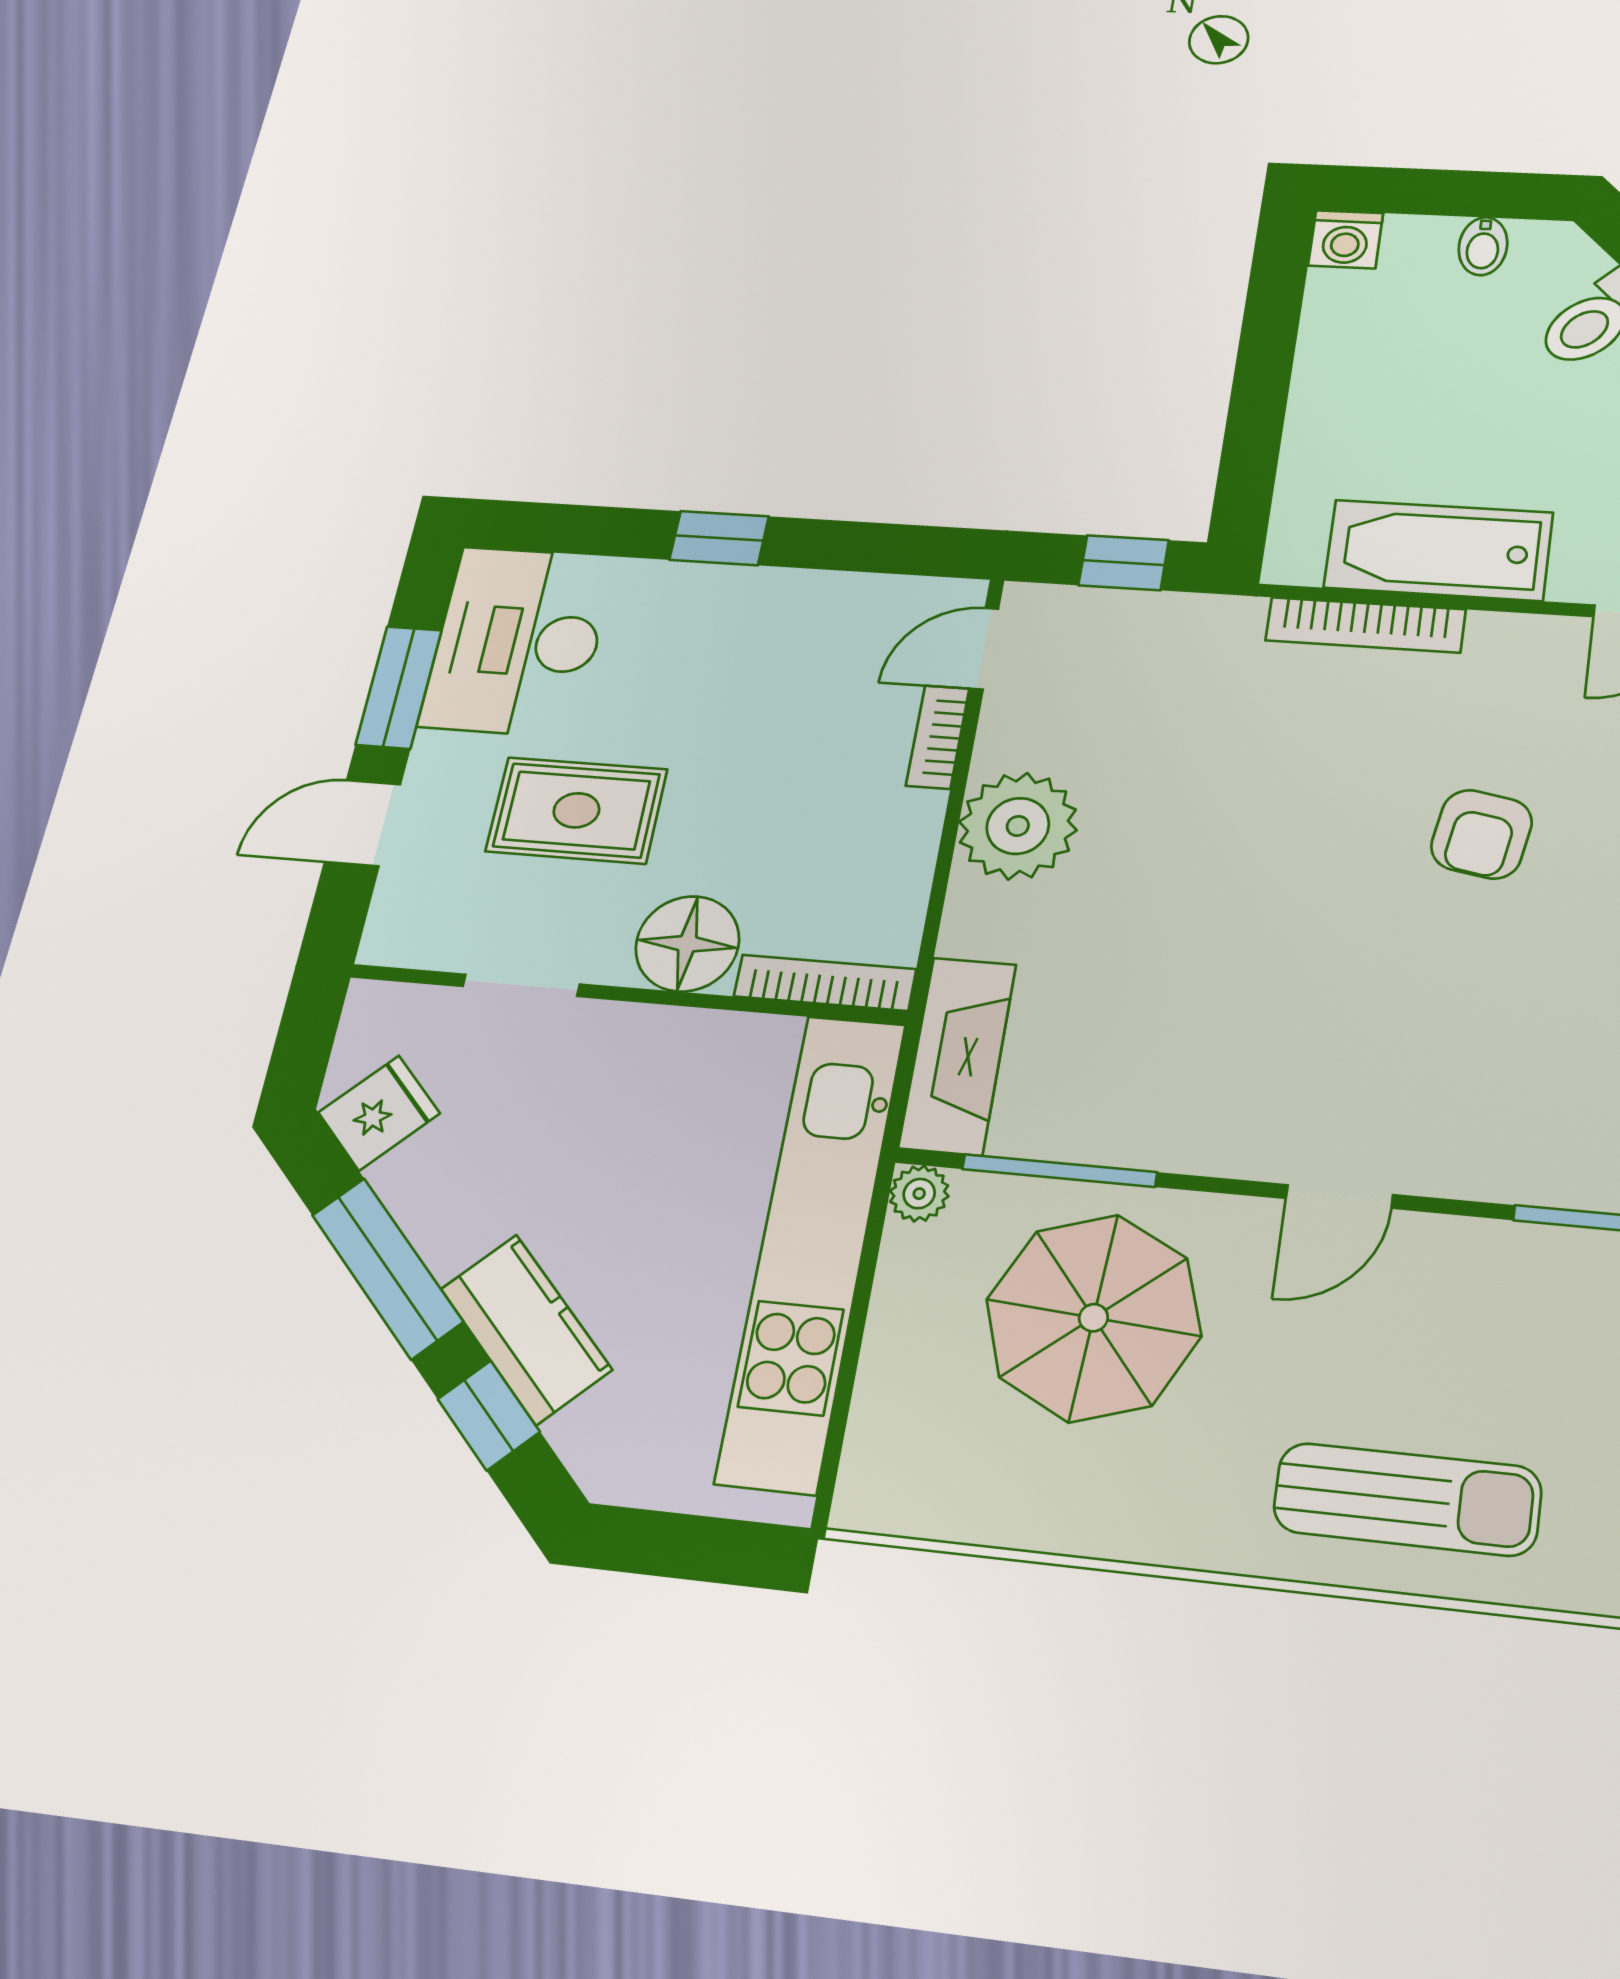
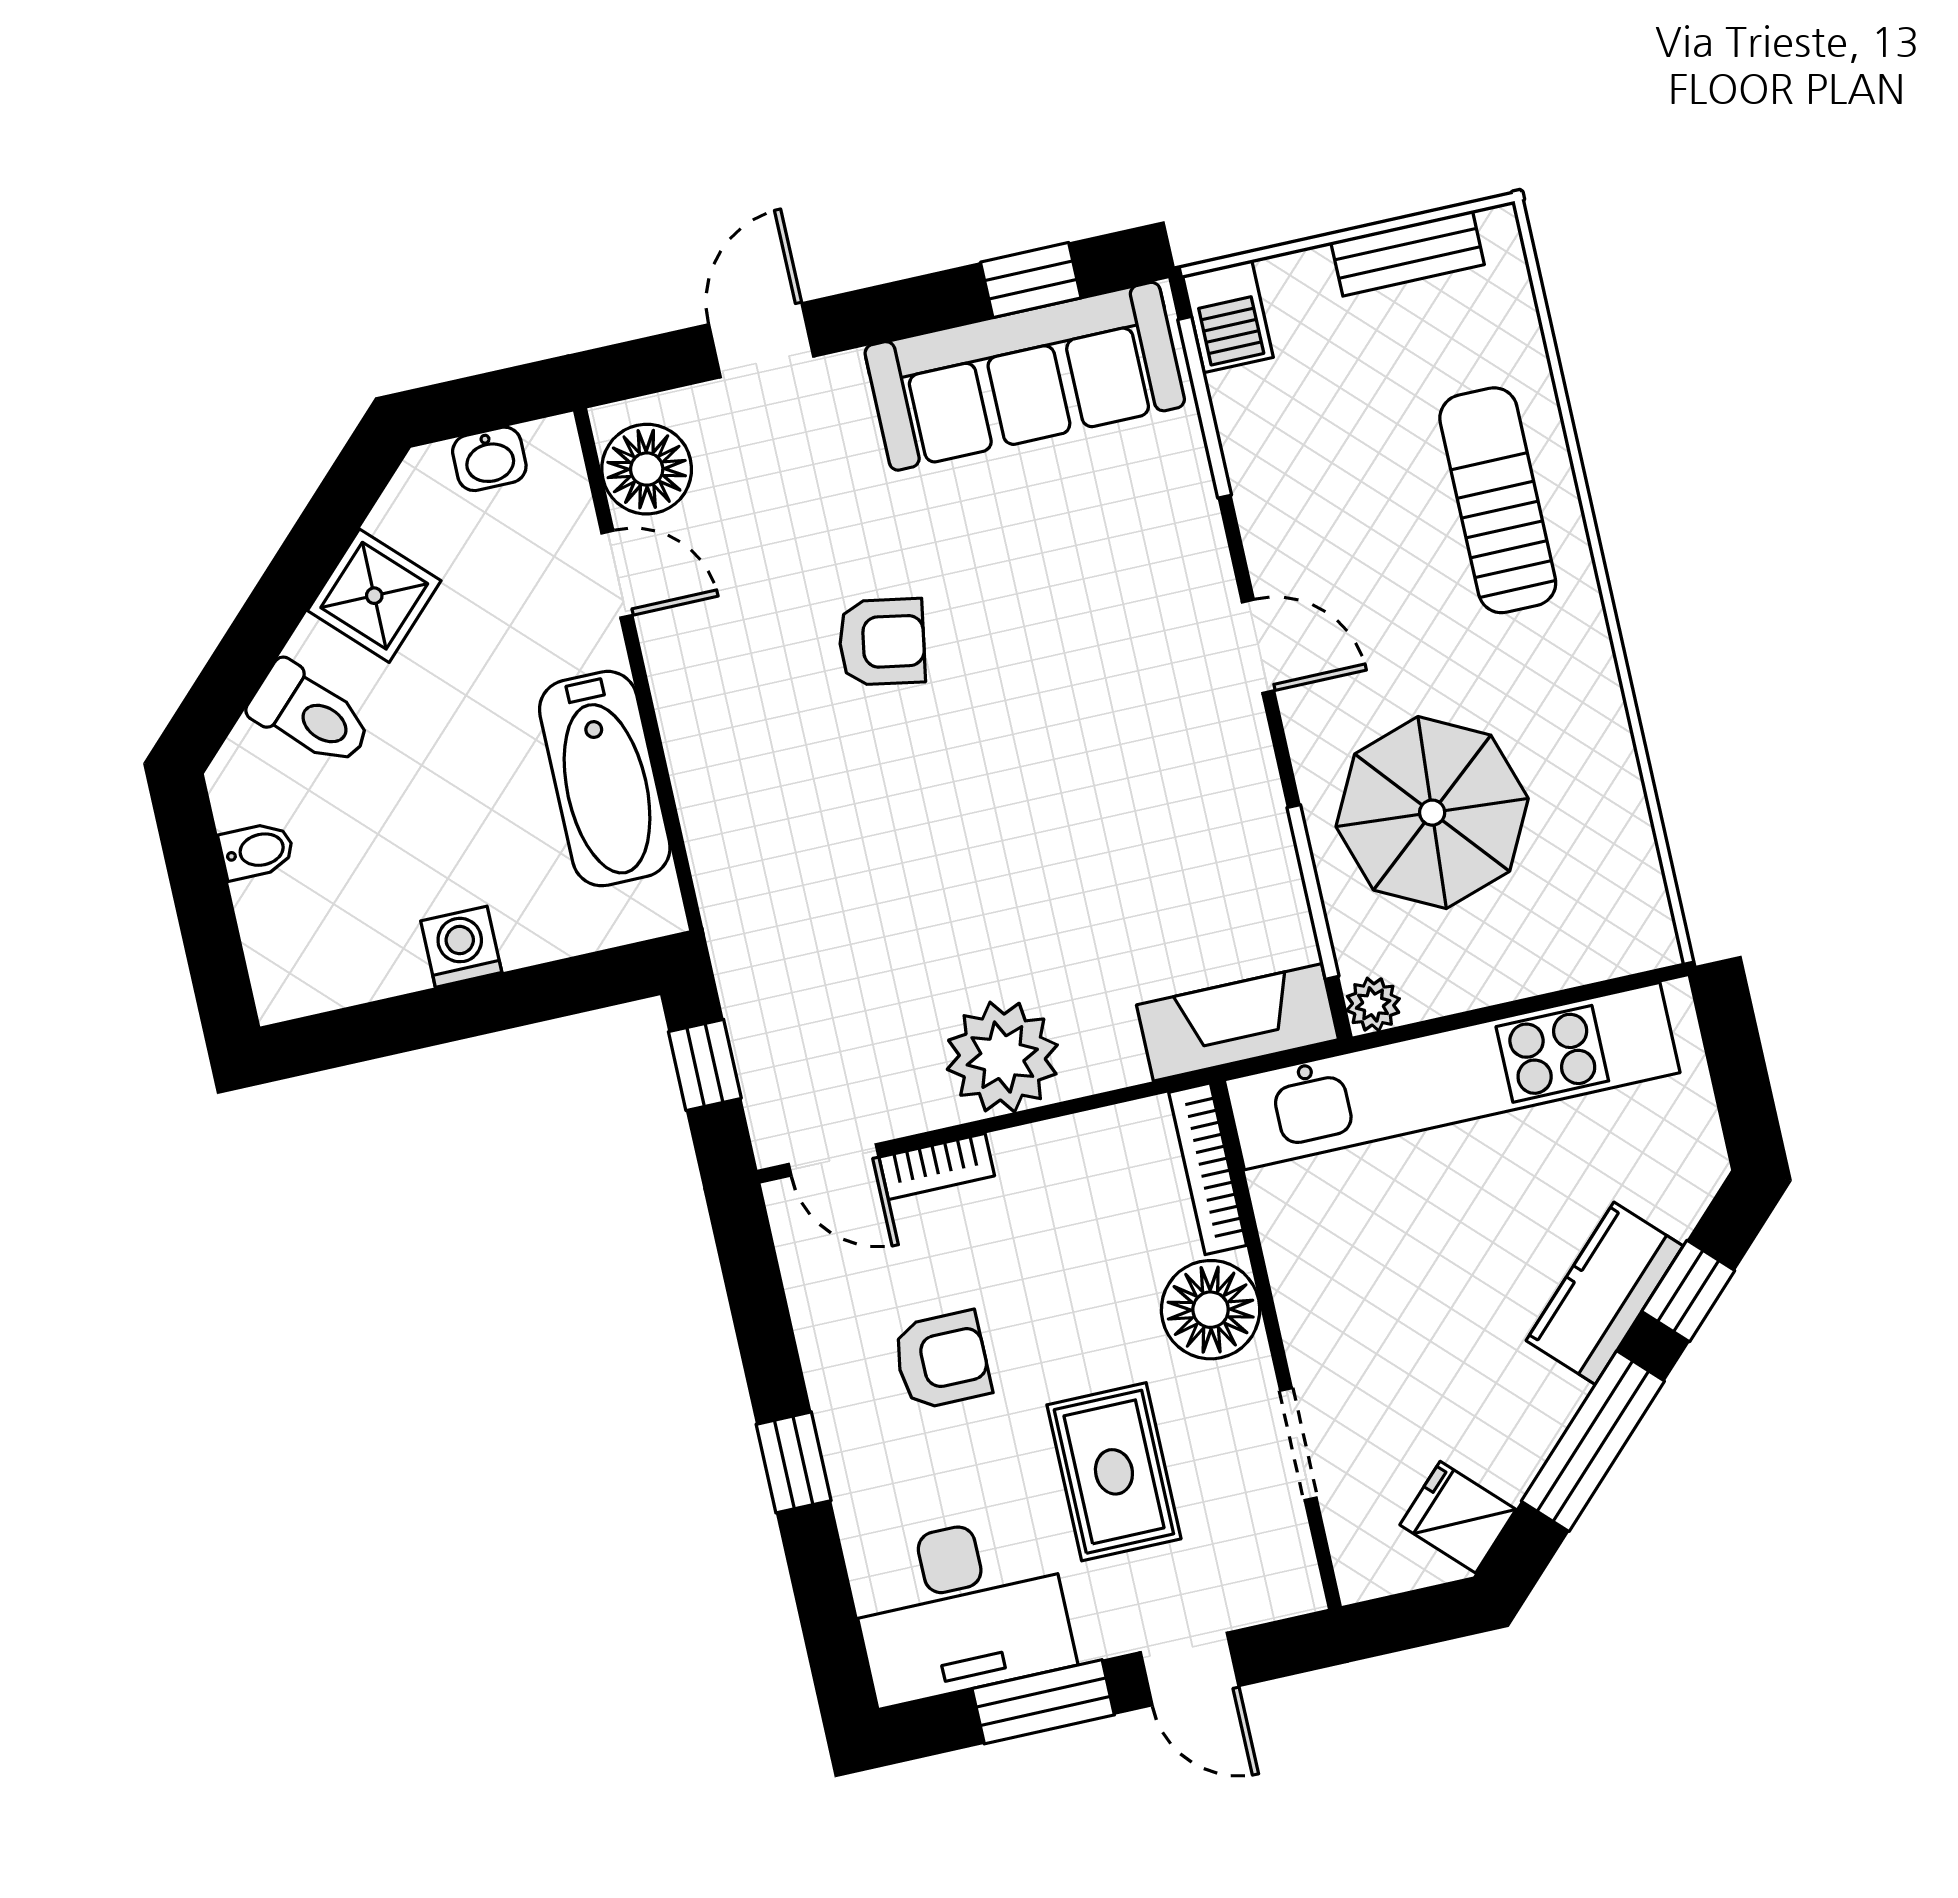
washing machine: (1346, 239) -> (461, 947), moved, turned -90
bookcase: (1365, 625) -> (703, 818), removed
armchair: (753, 690) -> (942, 1360), added

